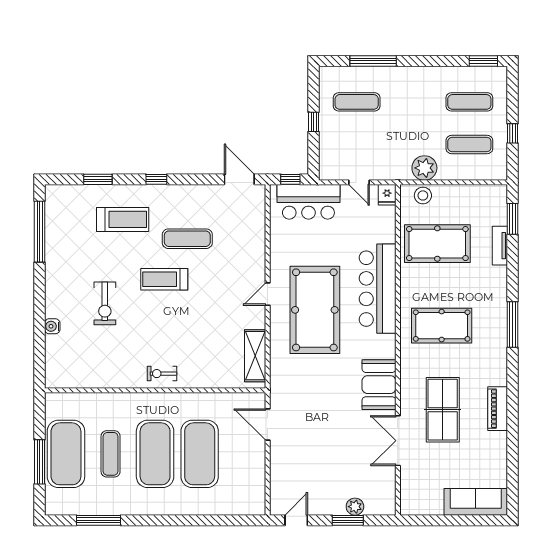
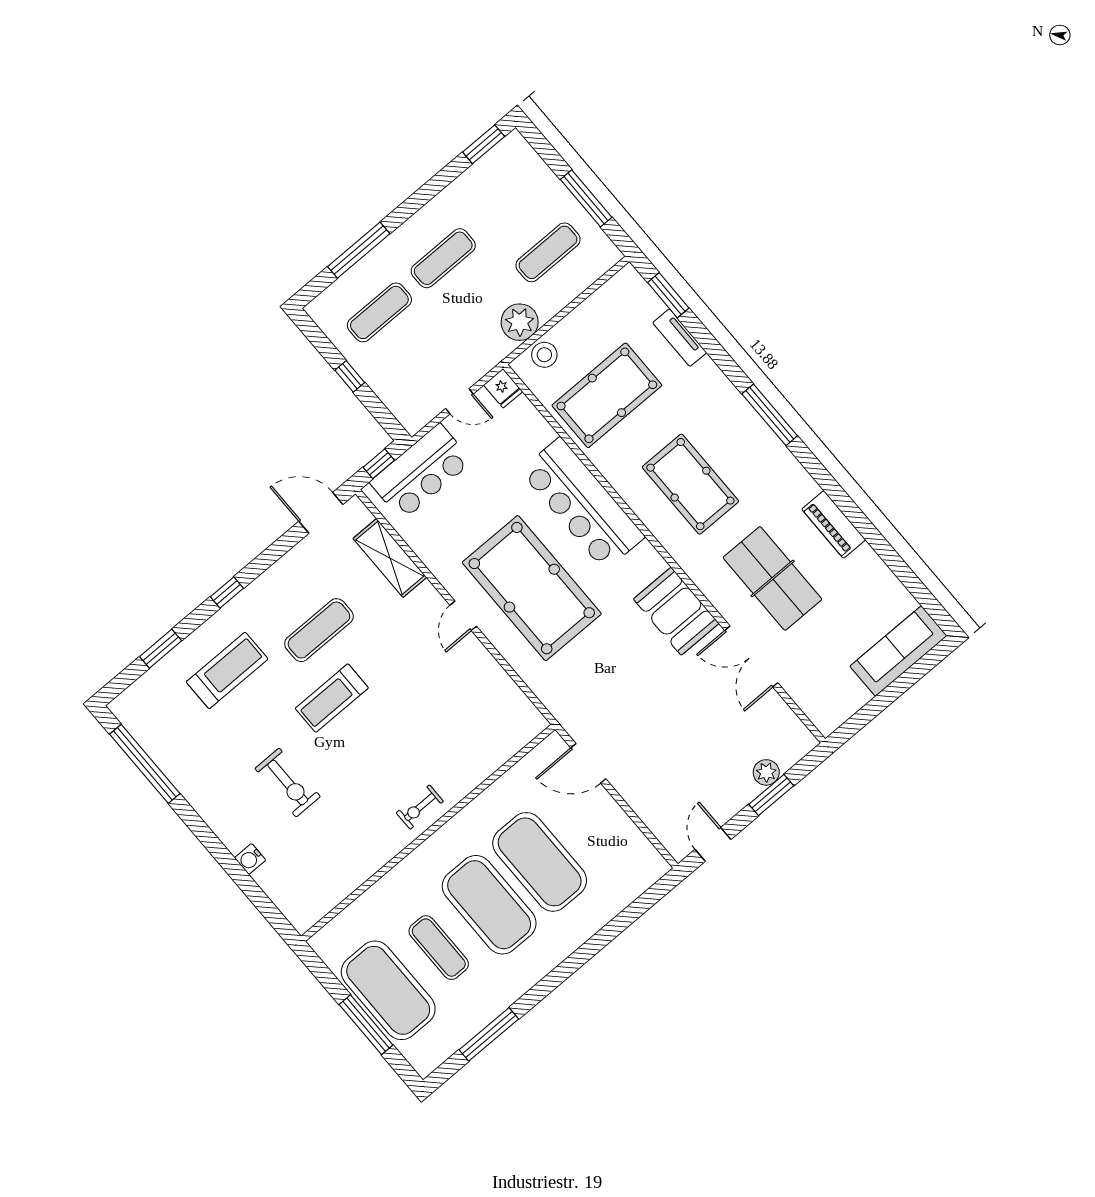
exercise mat: (469, 102) -> (443, 258), moved
window: (512, 133) -> (586, 198), width x2.17
pool table: (442, 326) -> (690, 484), turned 90
shelving: (255, 356) -> (390, 558), moved

